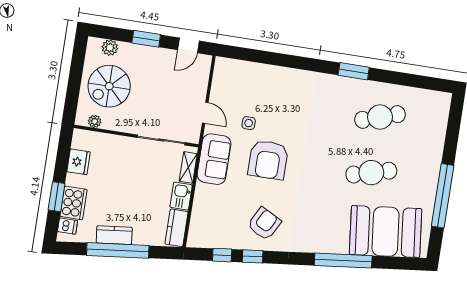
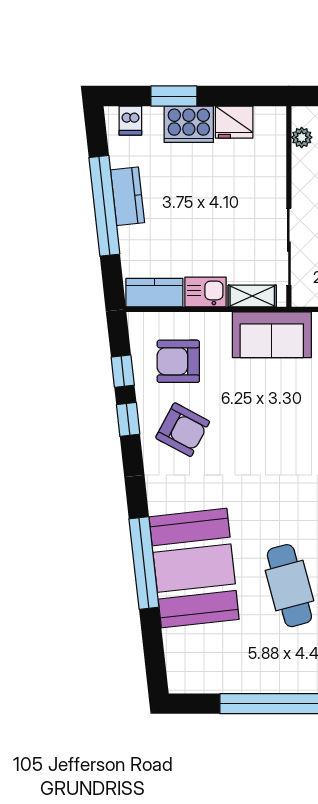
armchair: (268, 160) -> (178, 361), moved, width x0.73, depth x0.73
cooker: (73, 203) -> (189, 124), moved
booth: (386, 232) -> (194, 568), moved

